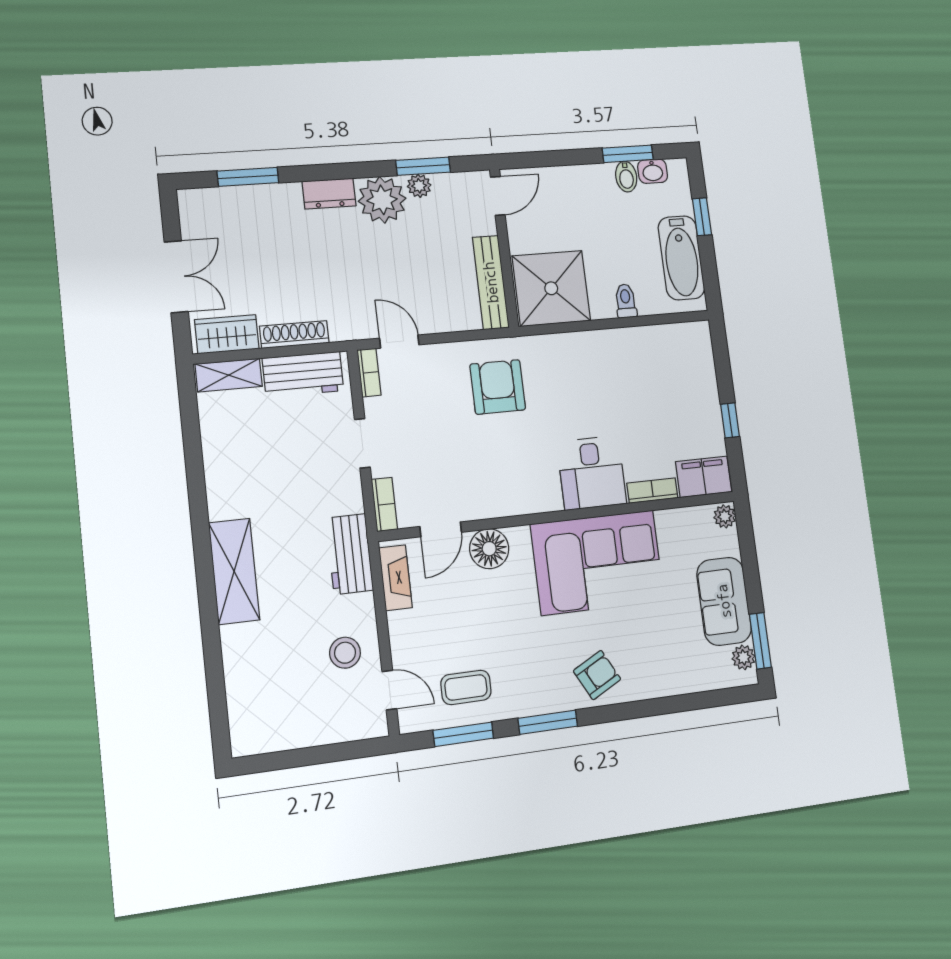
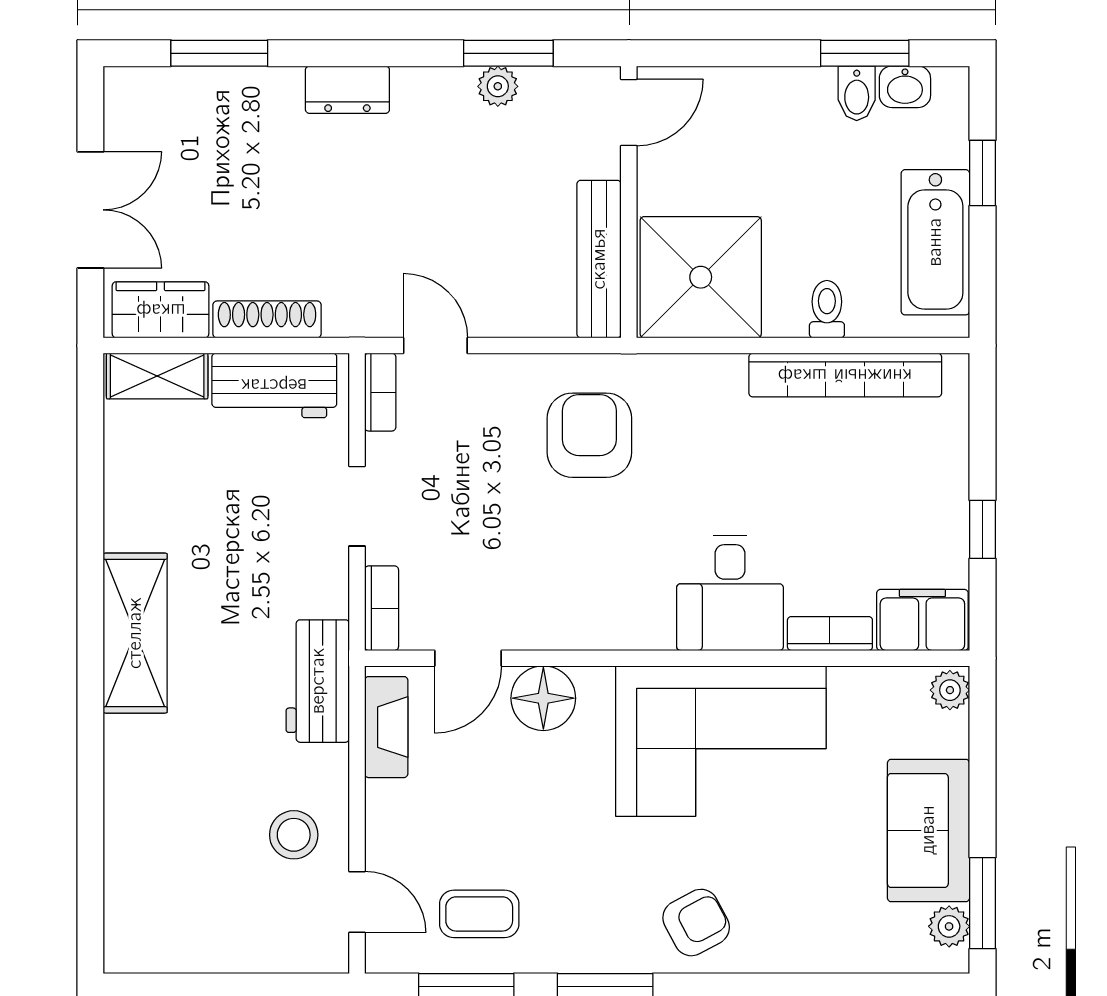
plant: (382, 200) -> (434, 106), removed
bookcase: (641, 338) -> (845, 375), added
shelving: (234, 571) -> (135, 633), moved

